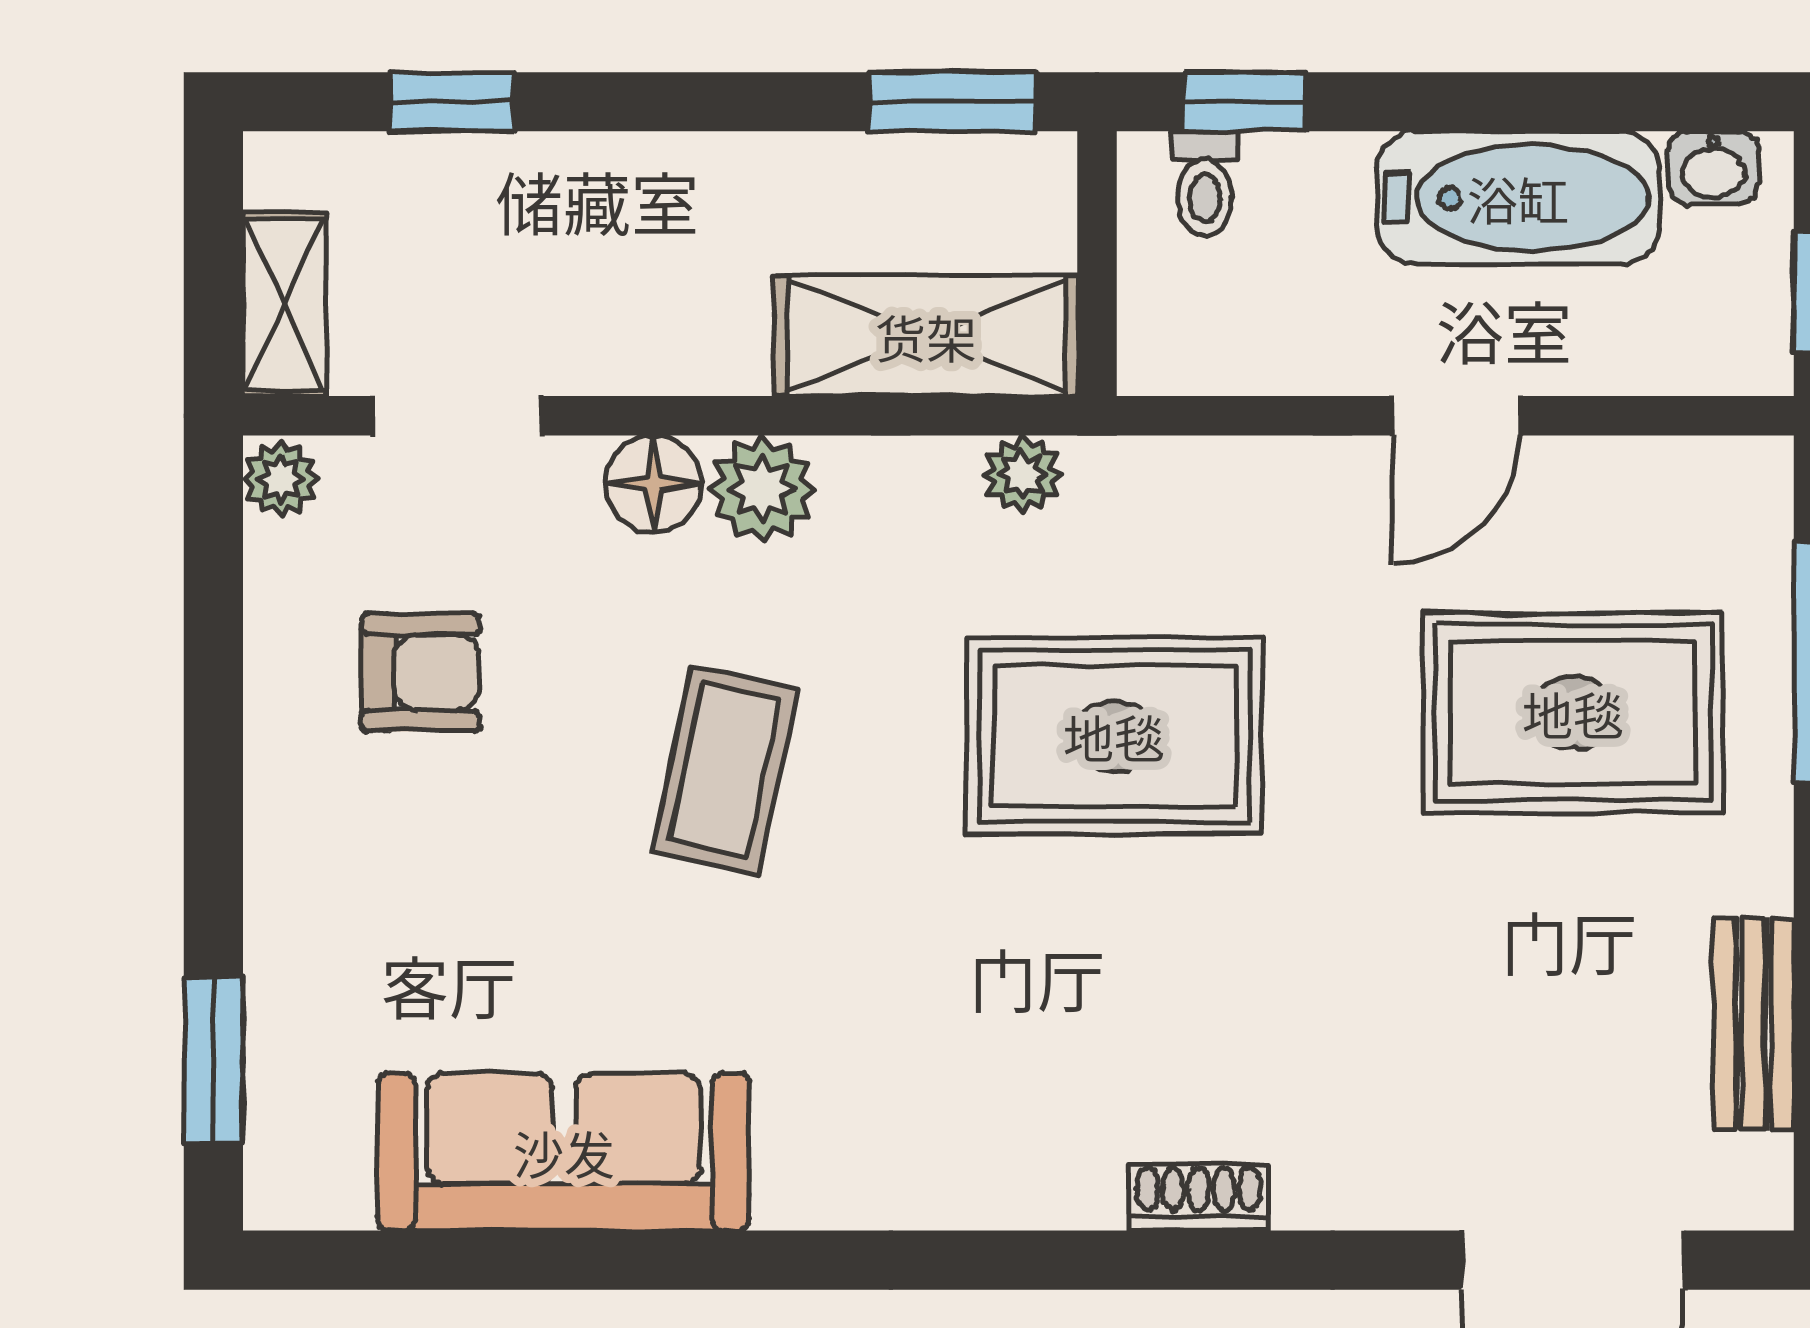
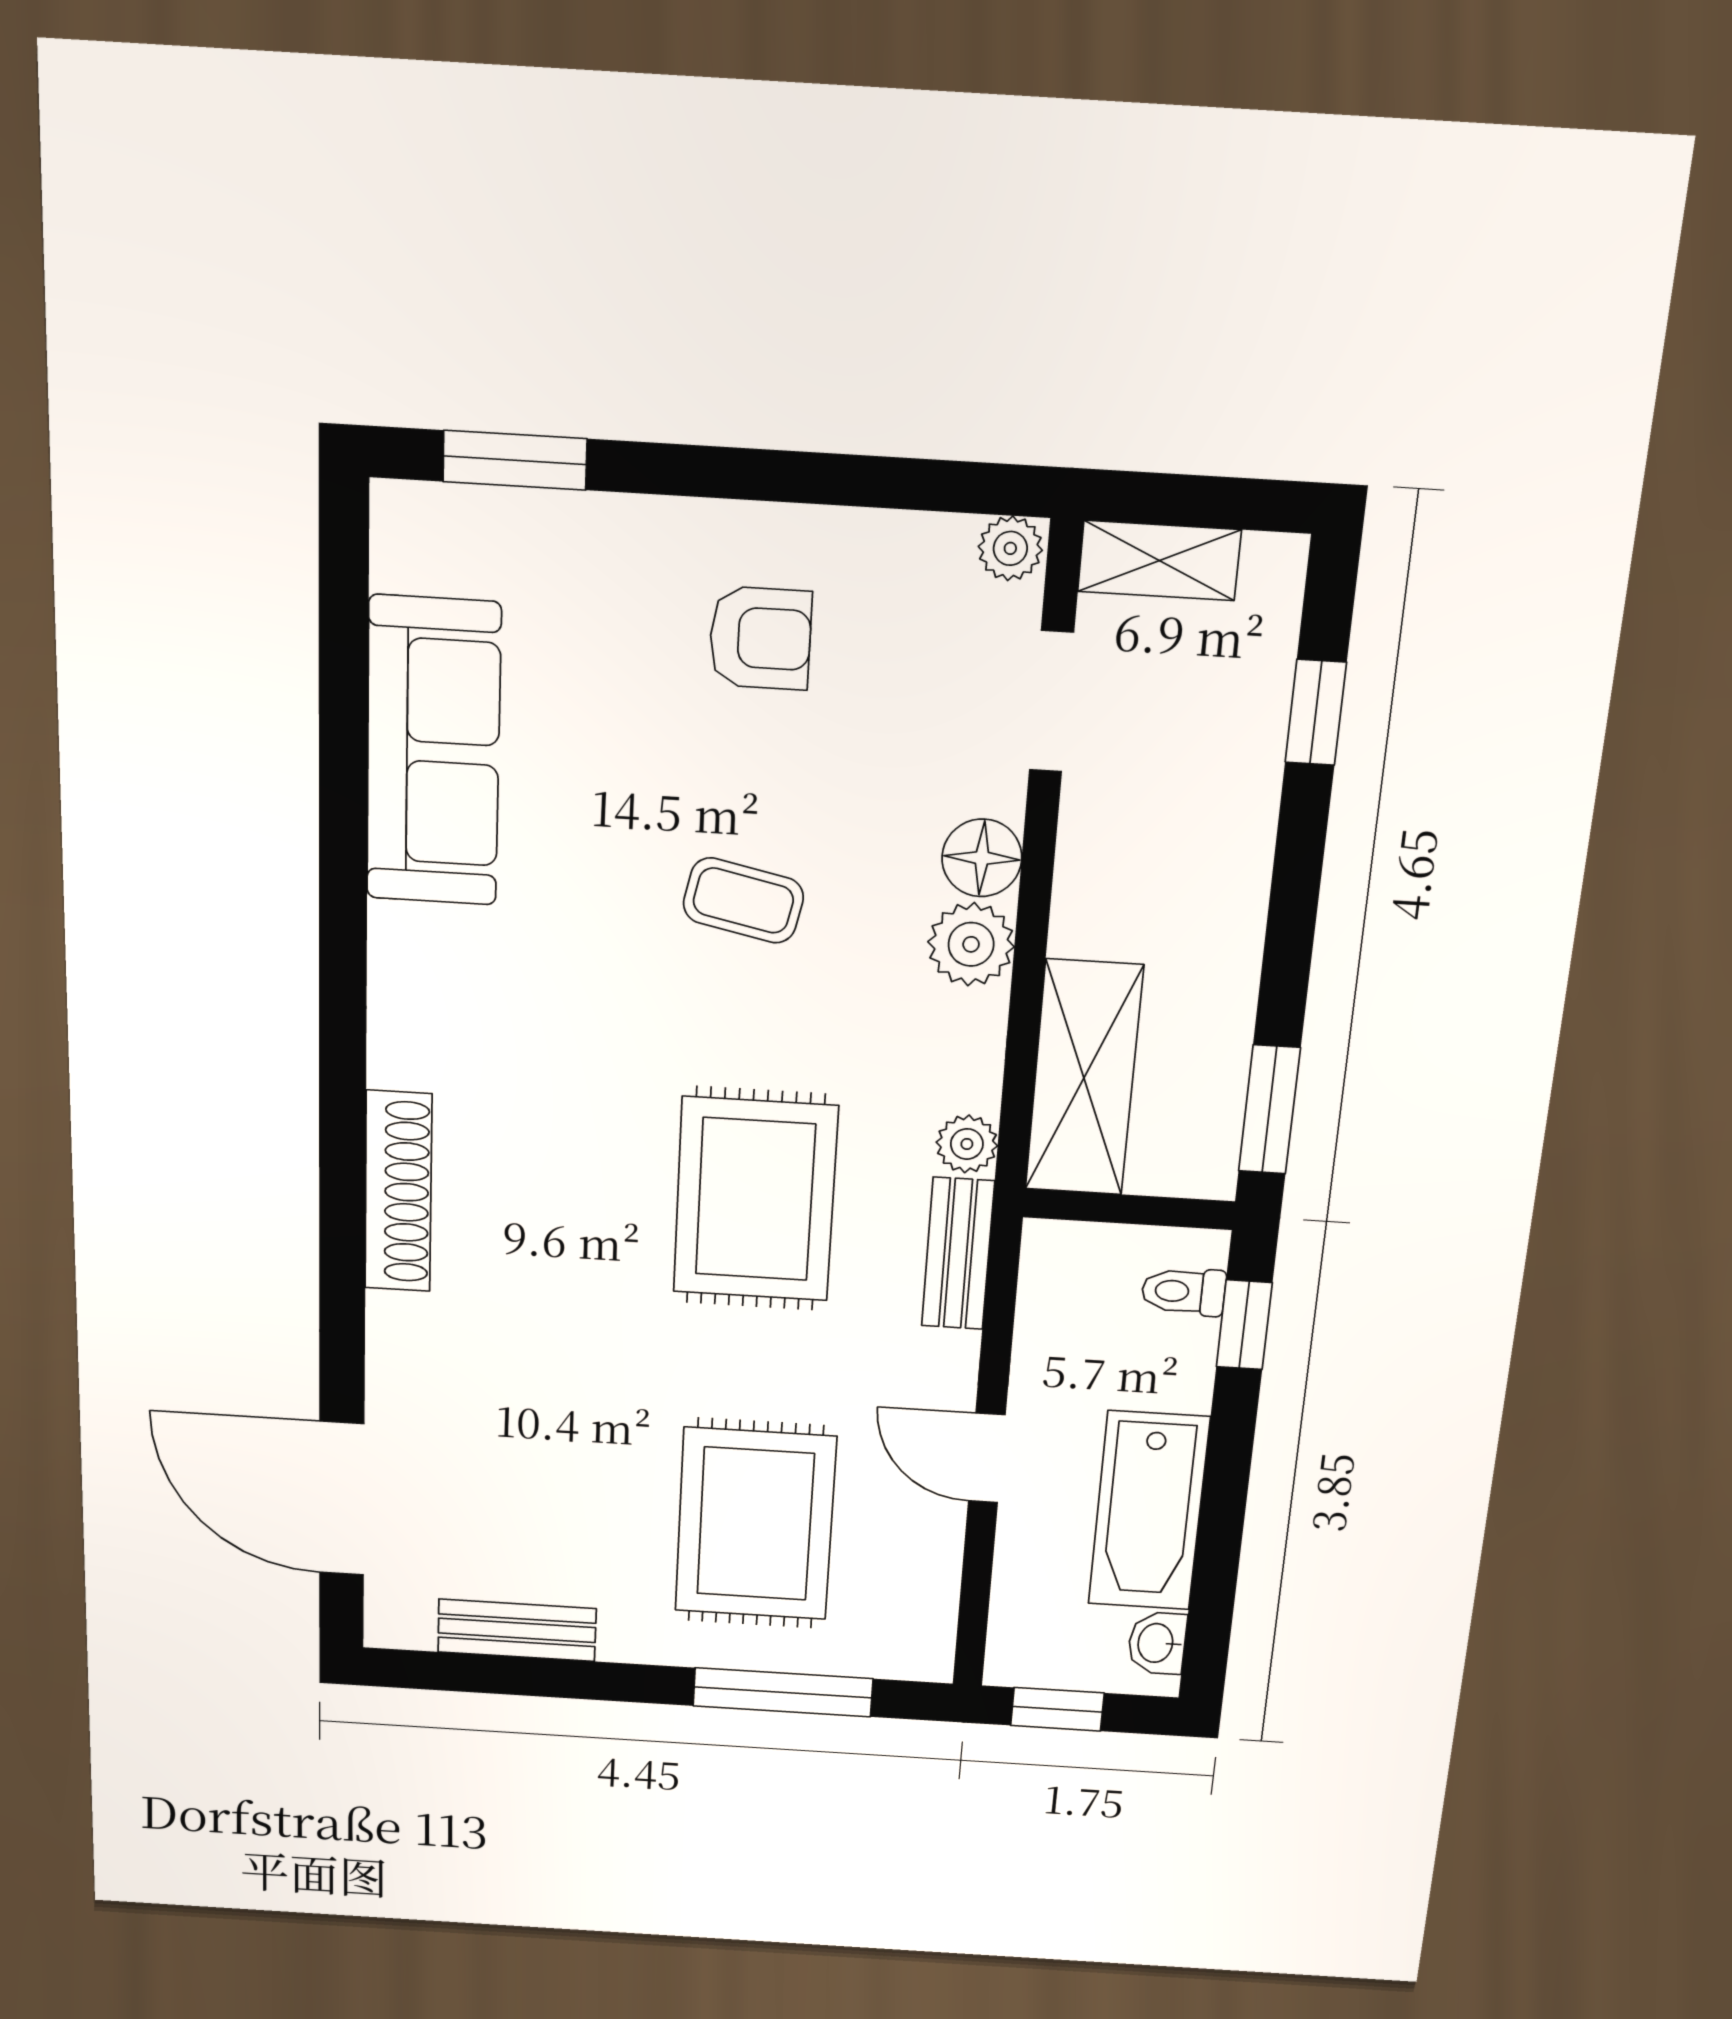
bench: (1171, 475) -> (958, 1254), added
armchair: (420, 673) -> (760, 638), moved, turned -90
coffee table: (725, 770) -> (743, 900), width x0.73, depth x0.77
shoe rack: (1199, 1197) -> (398, 1192), width x1.94, depth x1.24

